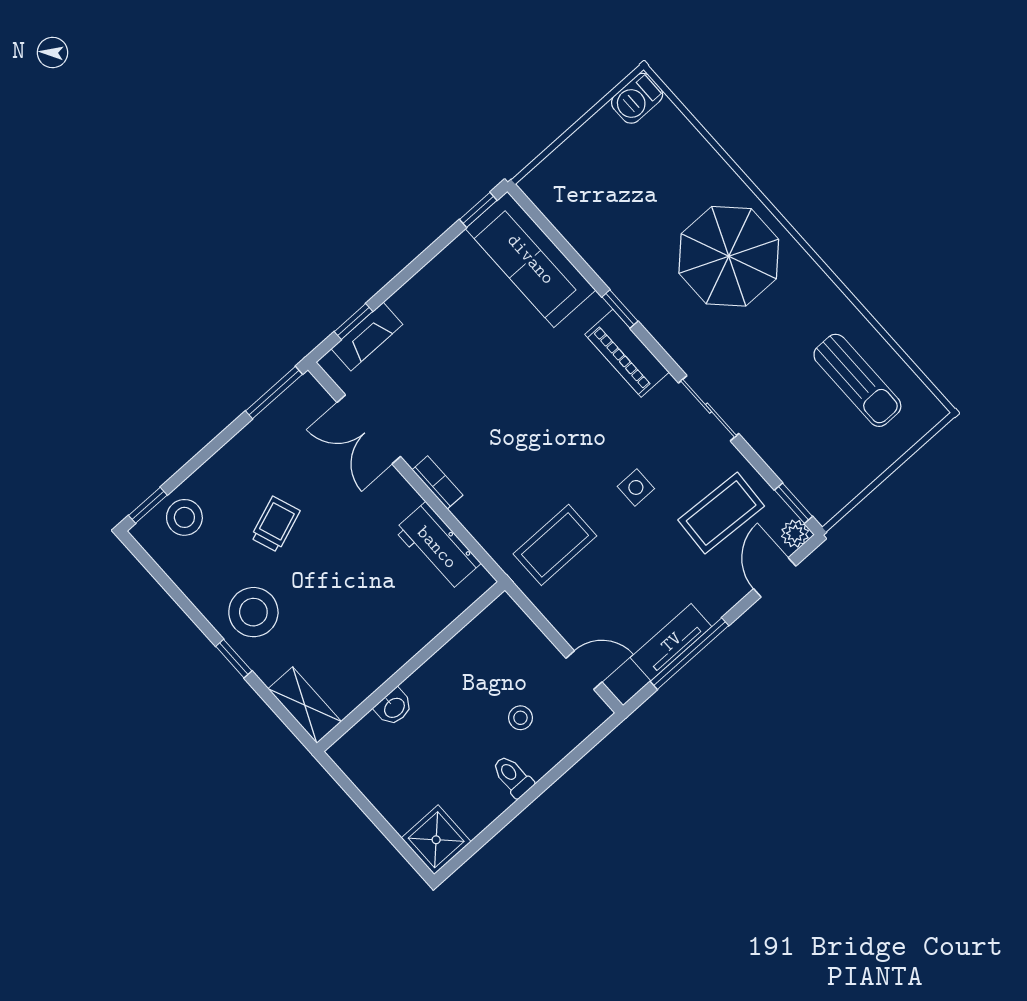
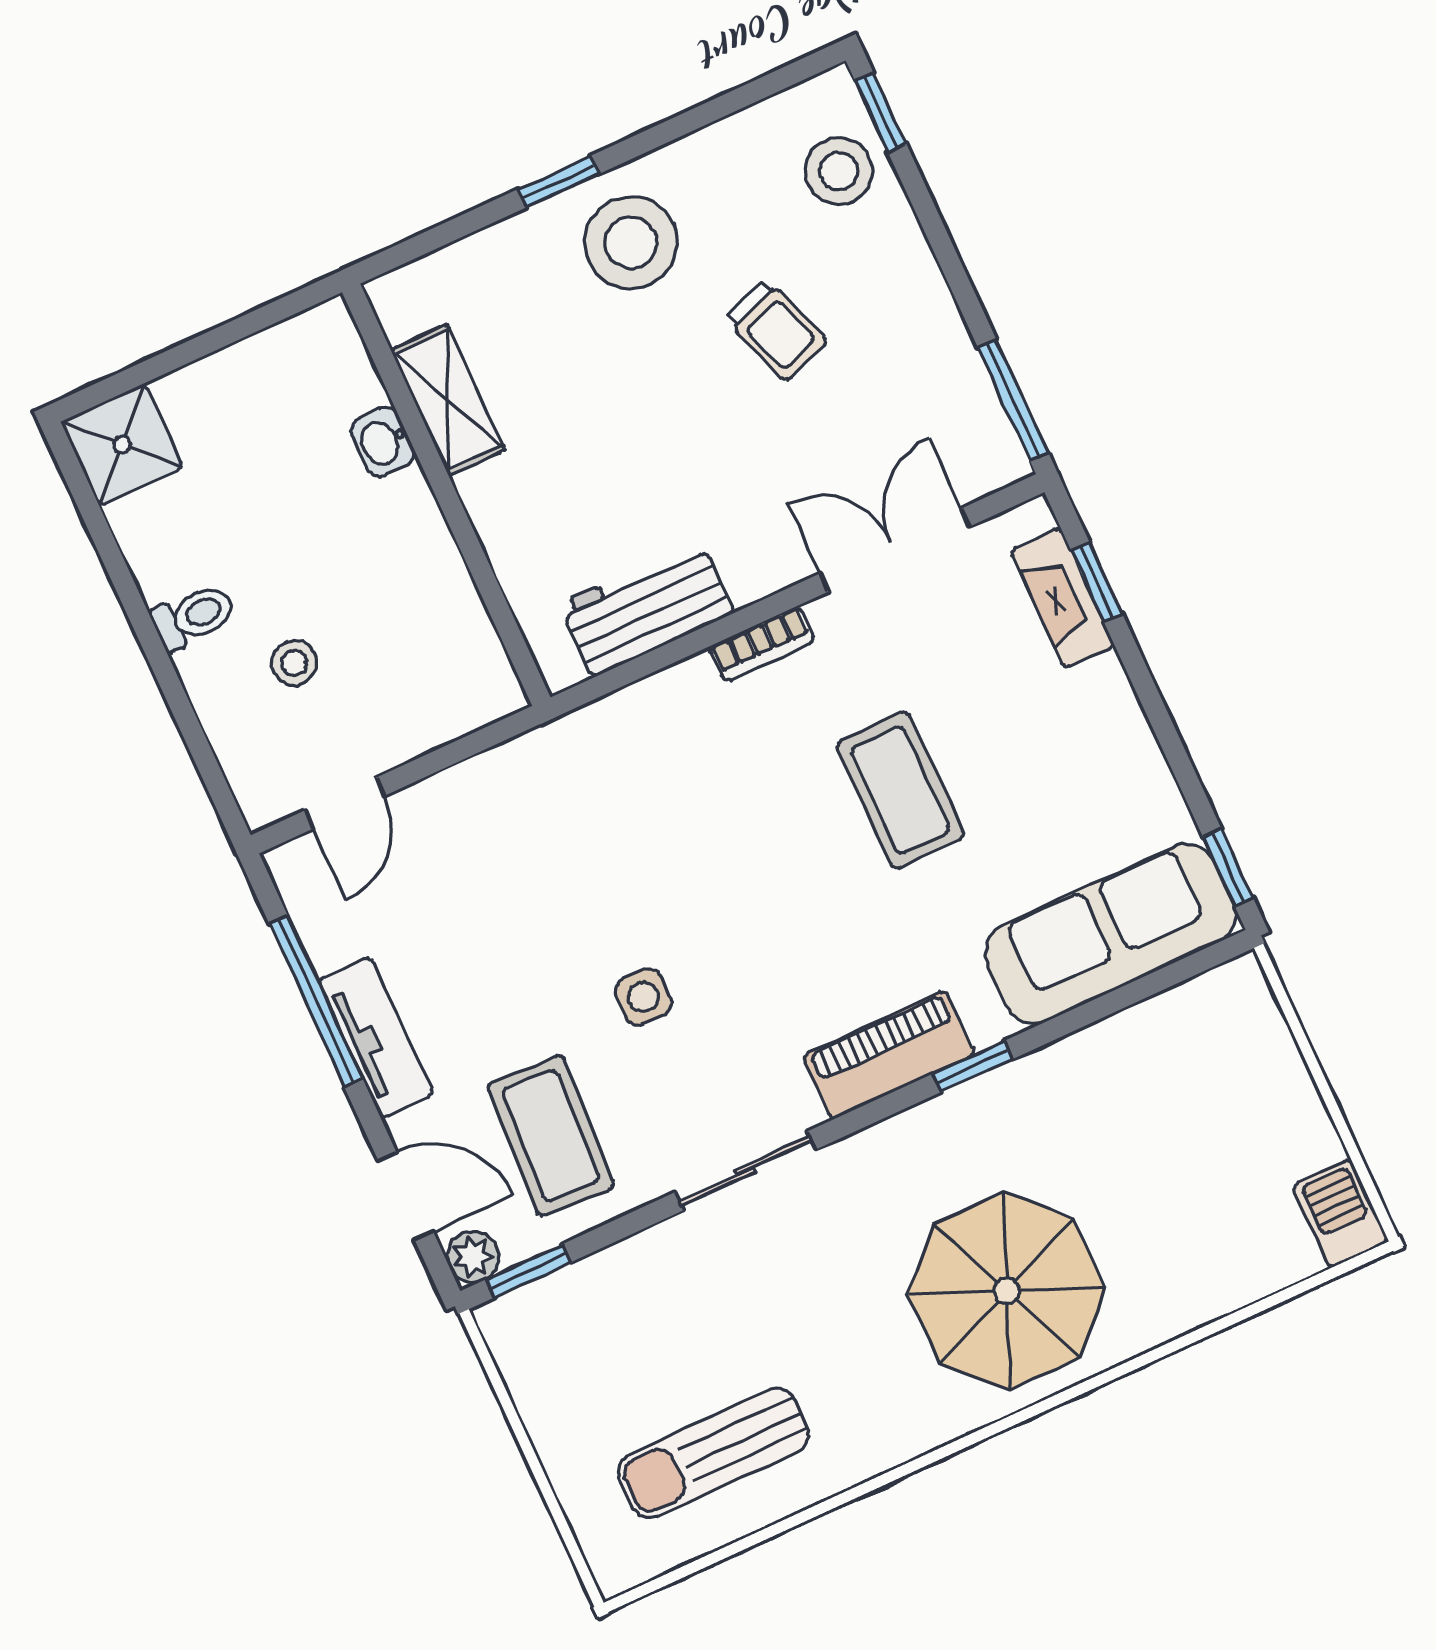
coffee table: (555, 545) -> (900, 790), moved
tv unit: (671, 642) -> (376, 1038), moved
shelving: (305, 705) -> (448, 400), moved, turned 90

